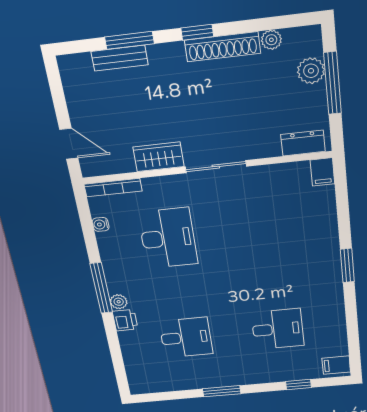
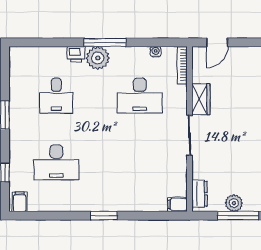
plant: (311, 71) -> (234, 203), moved
plant: (119, 302) -> (98, 58), width x1.87, depth x1.87
desk: (278, 329) -> (56, 162), width x1.37

